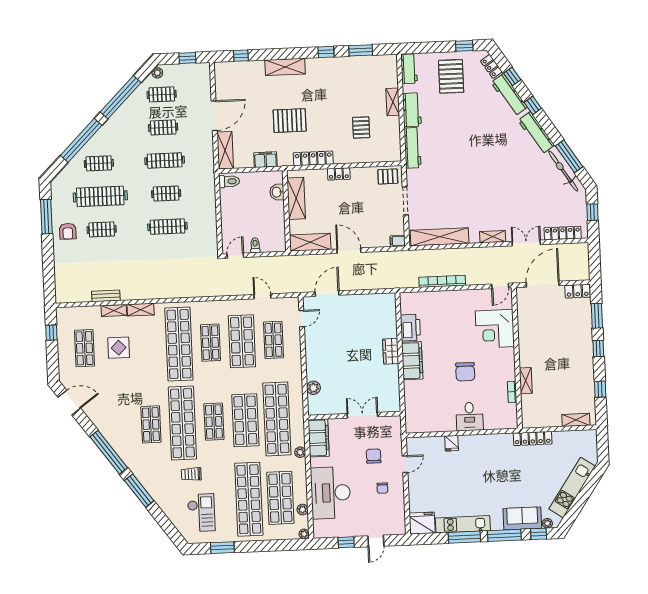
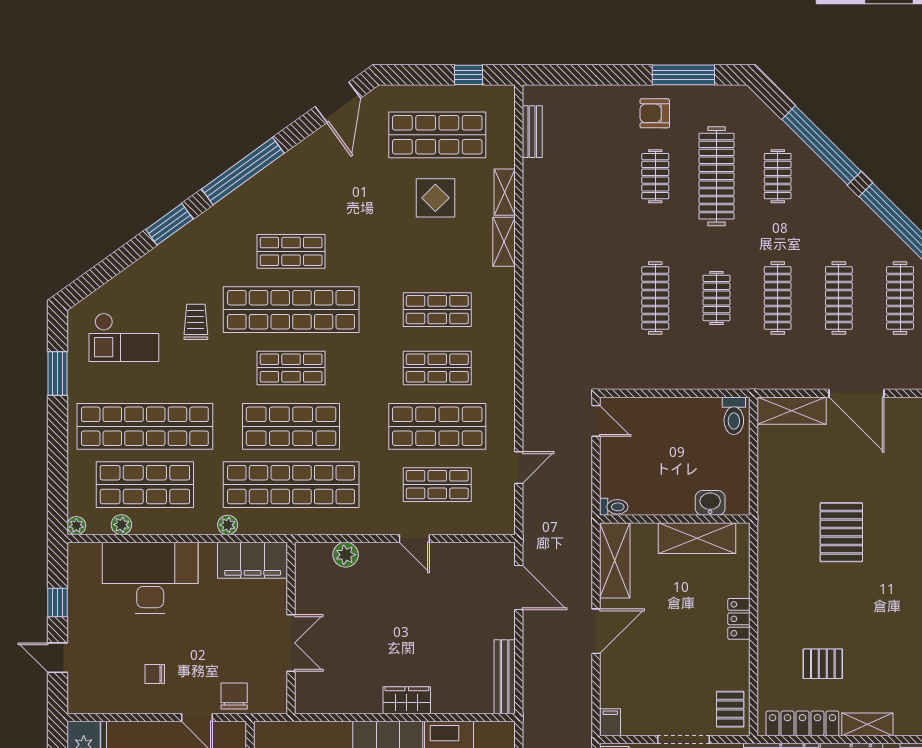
clothes rail: (162, 94) -> (900, 298), width x1.36
clothes rail: (163, 127) -> (839, 298), width x1.36
locker: (313, 158) -> (802, 723), moved, turned -90
filing cabinet: (265, 160) -> (771, 484), removed
toilet: (255, 245) -> (614, 507), moved
bench: (106, 296) -> (532, 132), moved
bench: (376, 299) -> (505, 677), added
door: (302, 319) -> (414, 538), moved
shop shelf: (179, 344) -> (437, 310), width x0.50, depth x0.74
shop shelf: (84, 348) -> (437, 135), width x1.43, depth x1.36
chair: (374, 456) -> (234, 696), moved, turned -90
window: (139, 491) -> (169, 224), width x0.69

